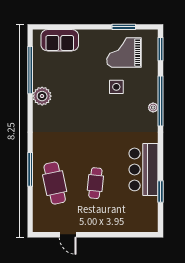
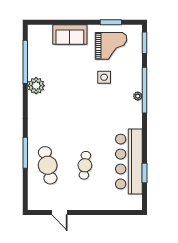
sofa: (60, 40) -> (70, 35), moved
grand piano: (124, 53) -> (111, 46), turned 180
bar counter: (144, 169) -> (129, 162), width x1.36

